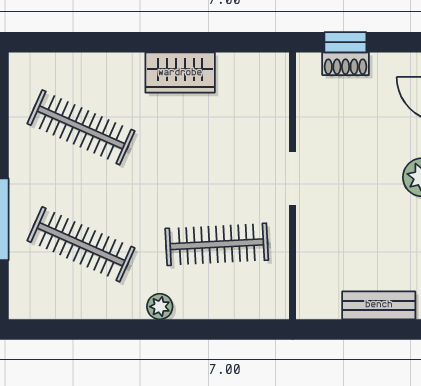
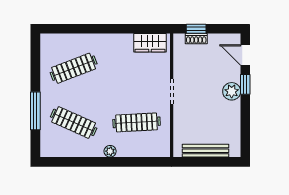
wardrobe: (180, 73) -> (150, 43), moved
clothes rail: (81, 127) -> (74, 68), turned -45
bench: (379, 305) -> (205, 151), width x1.36

